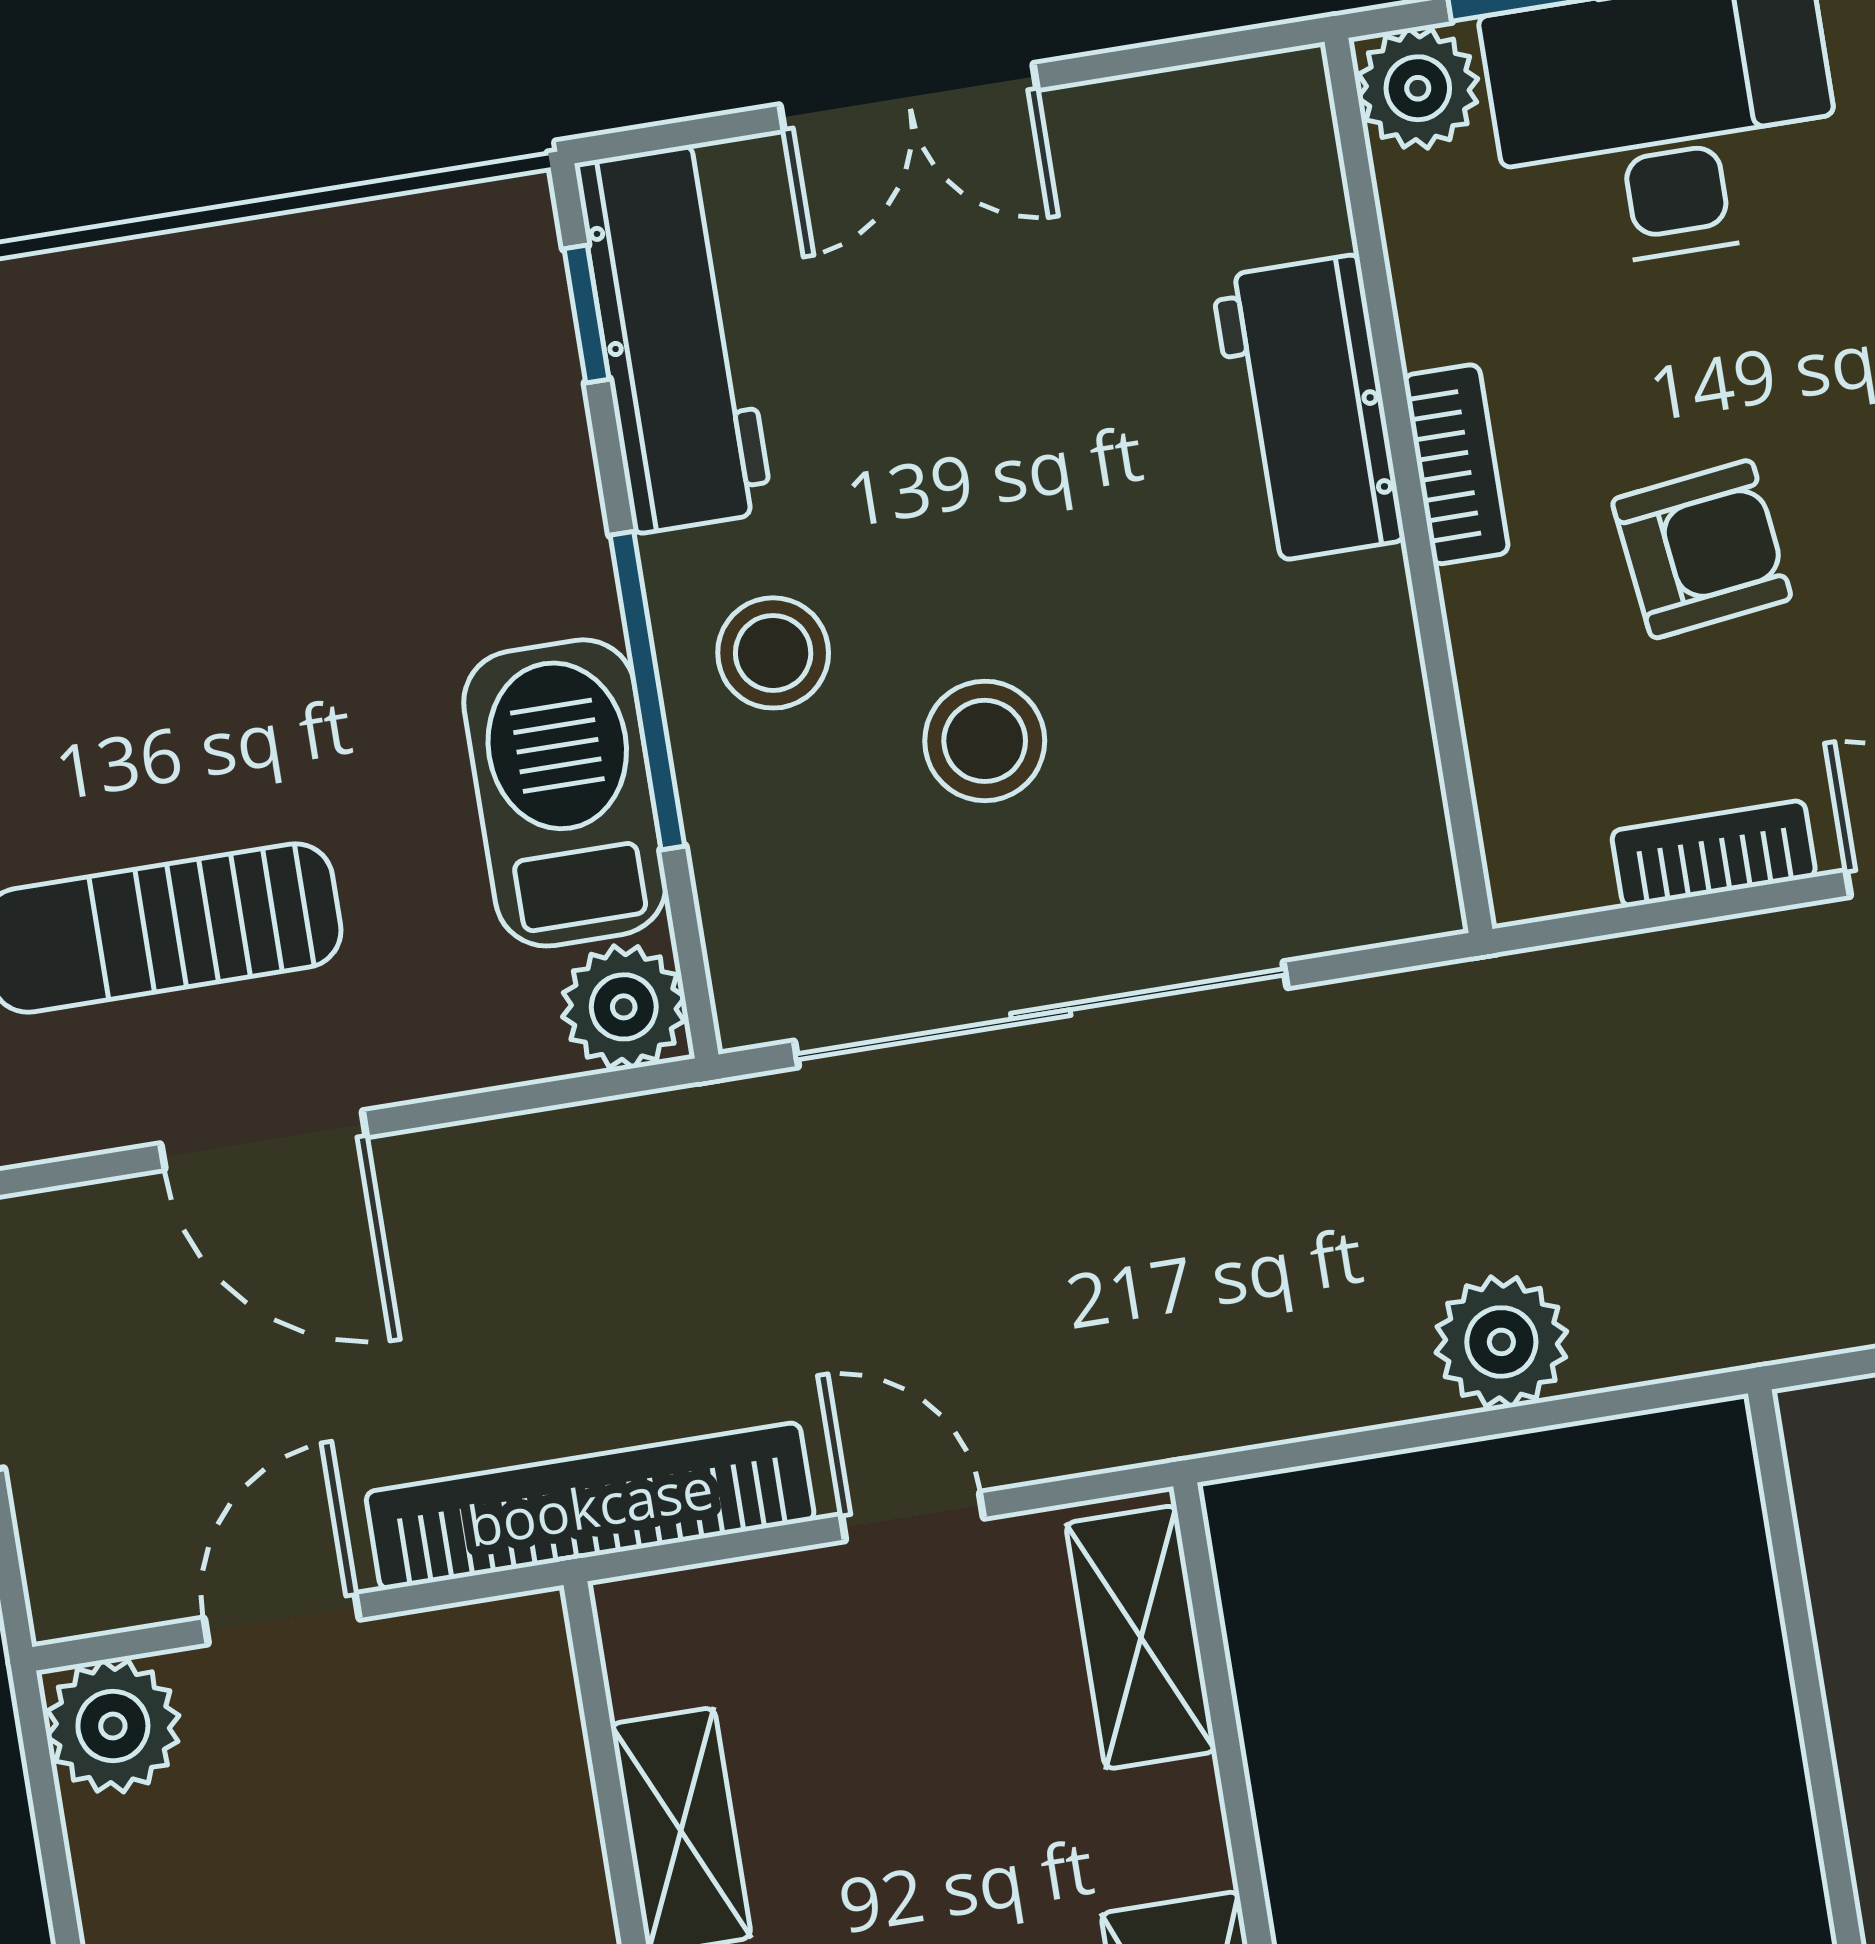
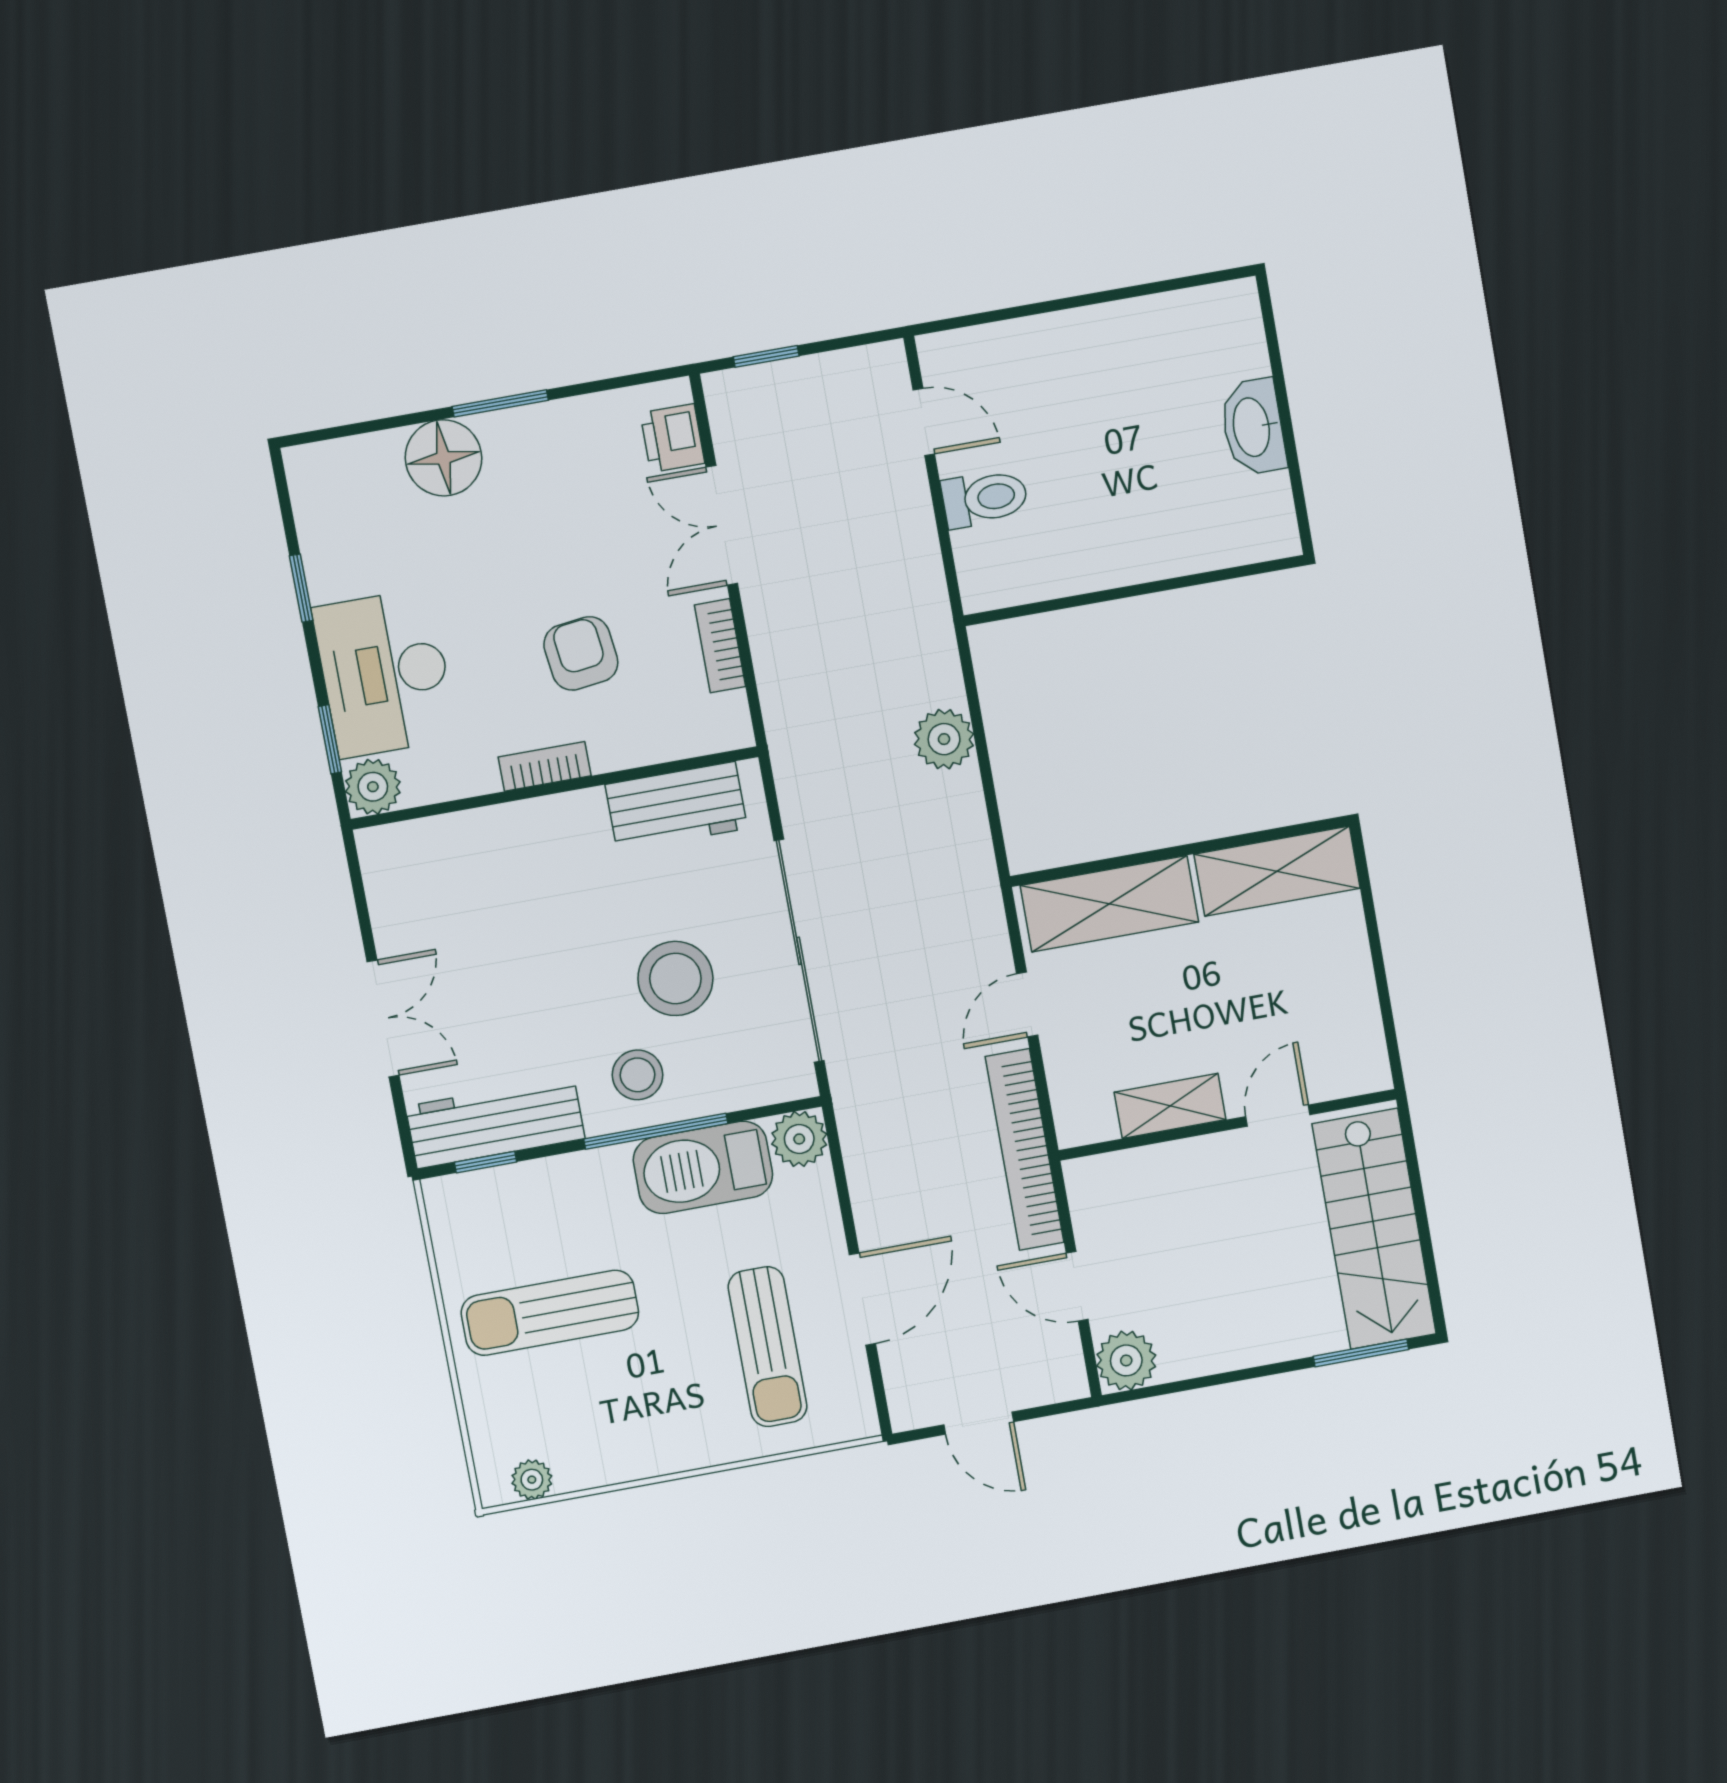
workbench: (1308, 409) -> (676, 806), moved
sun lounger: (248, 448) -> (550, 1313), added
stool: (985, 741) -> (675, 978), width x1.38, depth x1.38
shelving: (1141, 1637) -> (1109, 904), width x1.50, depth x1.33

